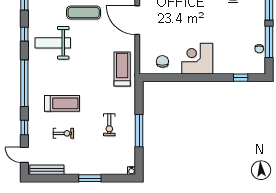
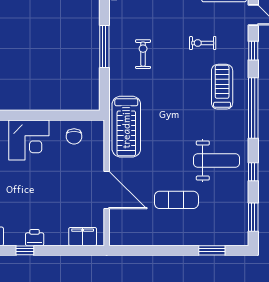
treadmill: (122, 69) -> (126, 127), width x1.37, depth x1.38
treadmill: (62, 103) -> (222, 87), moved, turned 90

